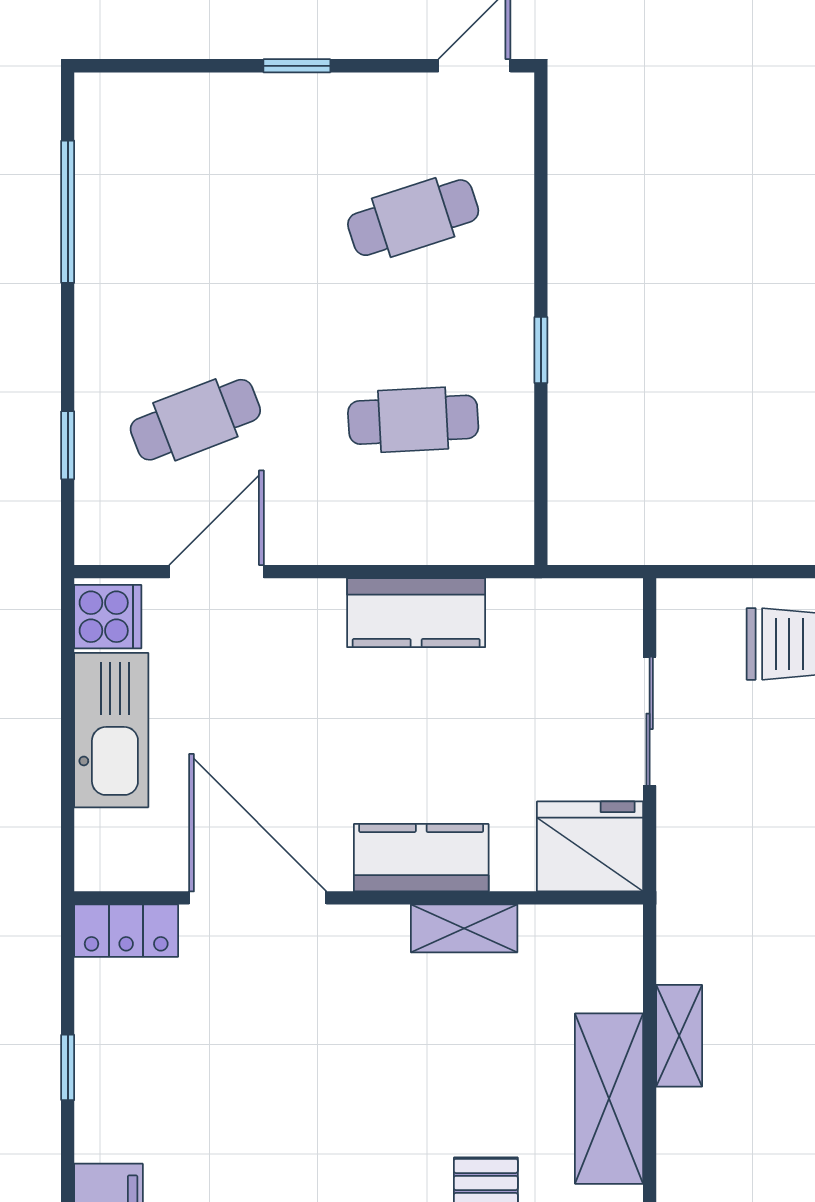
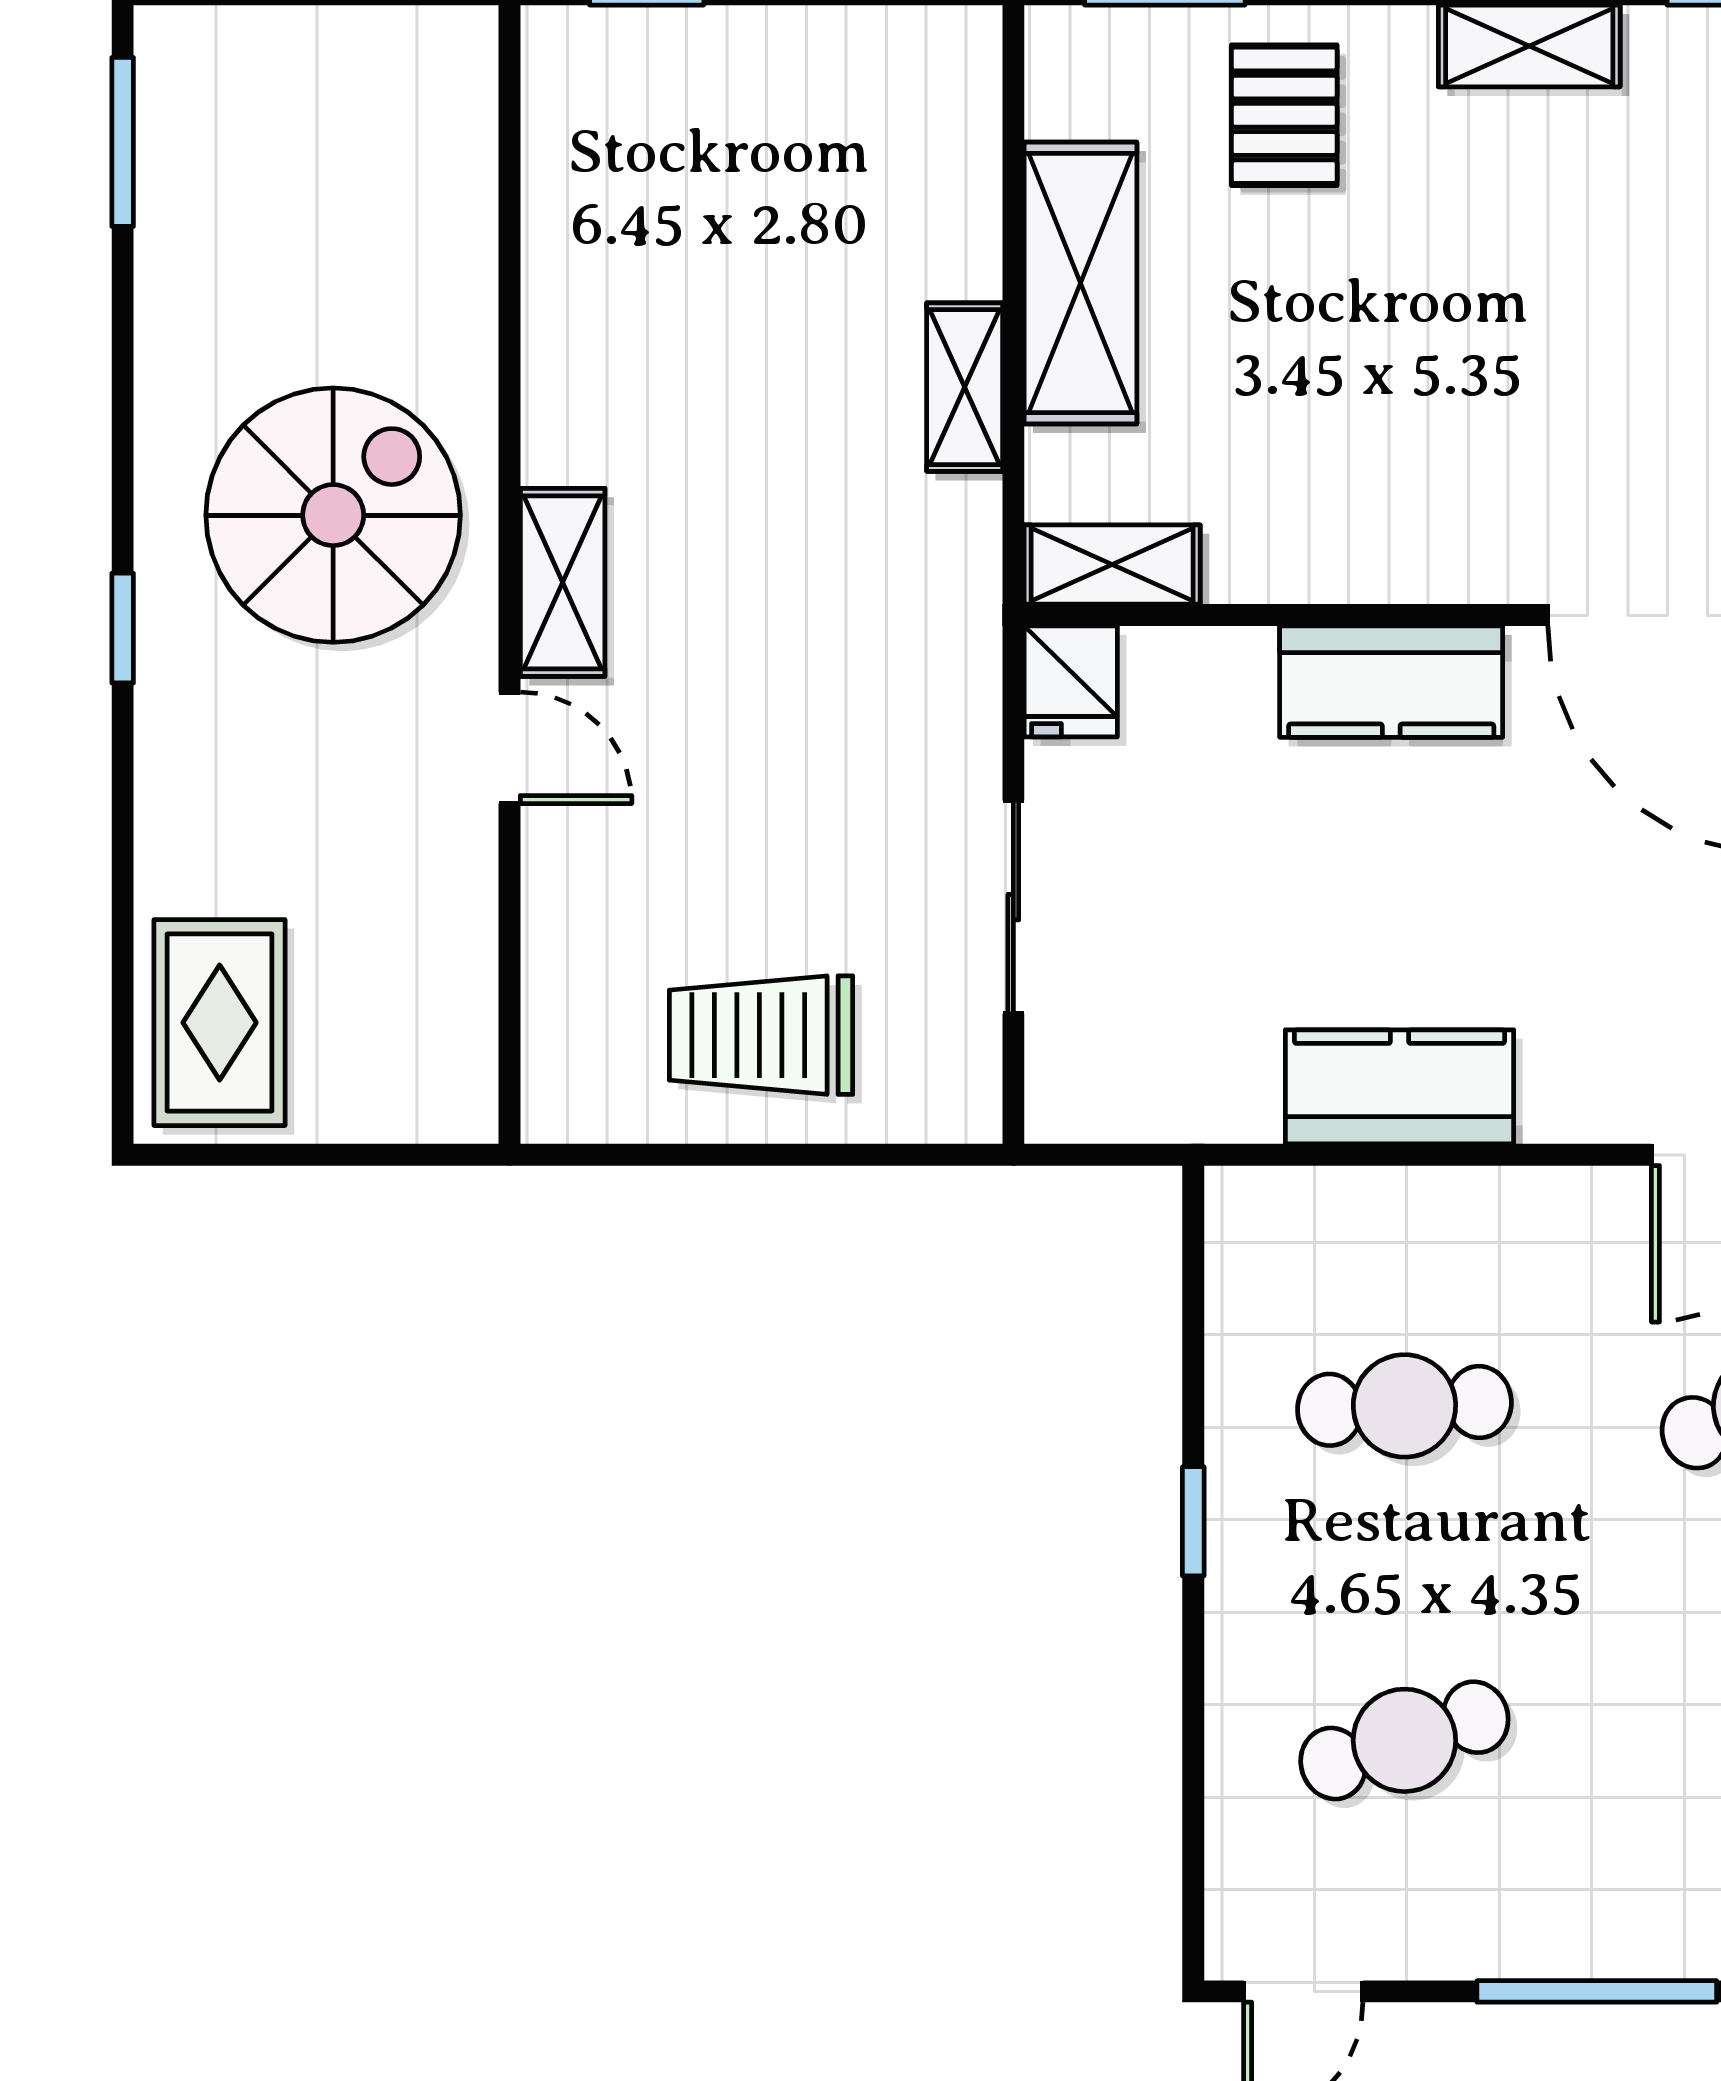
window: (297, 66) -> (1597, 1991), width x2.17
fridge: (590, 846) -> (1071, 681), width x0.53, depth x0.75
shelving: (464, 928) -> (1112, 565), moved

